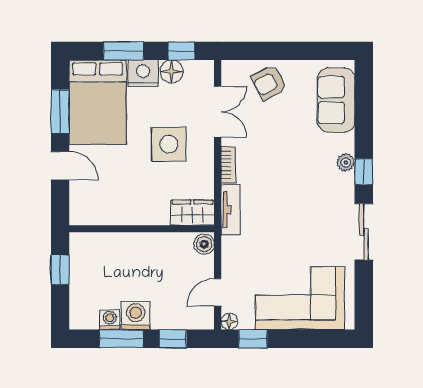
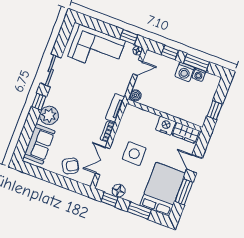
nightstand: (143, 73) -> (166, 126), moved, turned 180
plant: (346, 162) -> (49, 115), width x1.87, depth x1.87
wardrobe: (192, 213) -> (186, 133), moved

